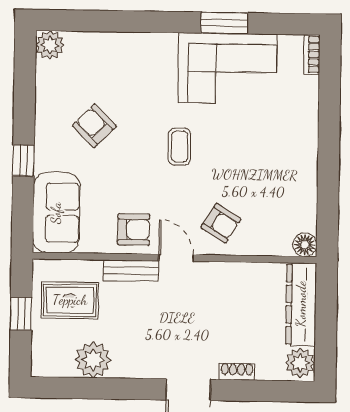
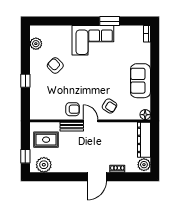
plant: (50, 45) -> (36, 44), moved
corner sofa: (227, 68) -> (93, 40), moved
coffee table: (179, 147) -> (91, 74), removed
sofa: (56, 213) -> (140, 81), moved, turned 180
window: (21, 314) -> (25, 156), moved
plant: (93, 360) -> (44, 165), moved

